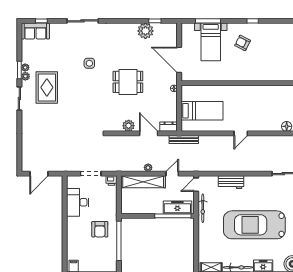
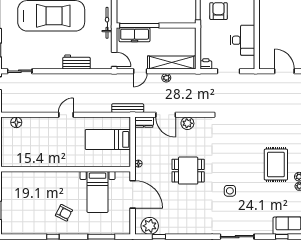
plant: (145, 31) -> (150, 226), moved
bed with nightstands: (211, 42) -> (98, 192), moved, turned 180
door: (39, 174) -> (284, 71), hinge flipped
door: (196, 185) -> (114, 59), hinge flipped
bicycle: (203, 208) -> (107, 23), moved

